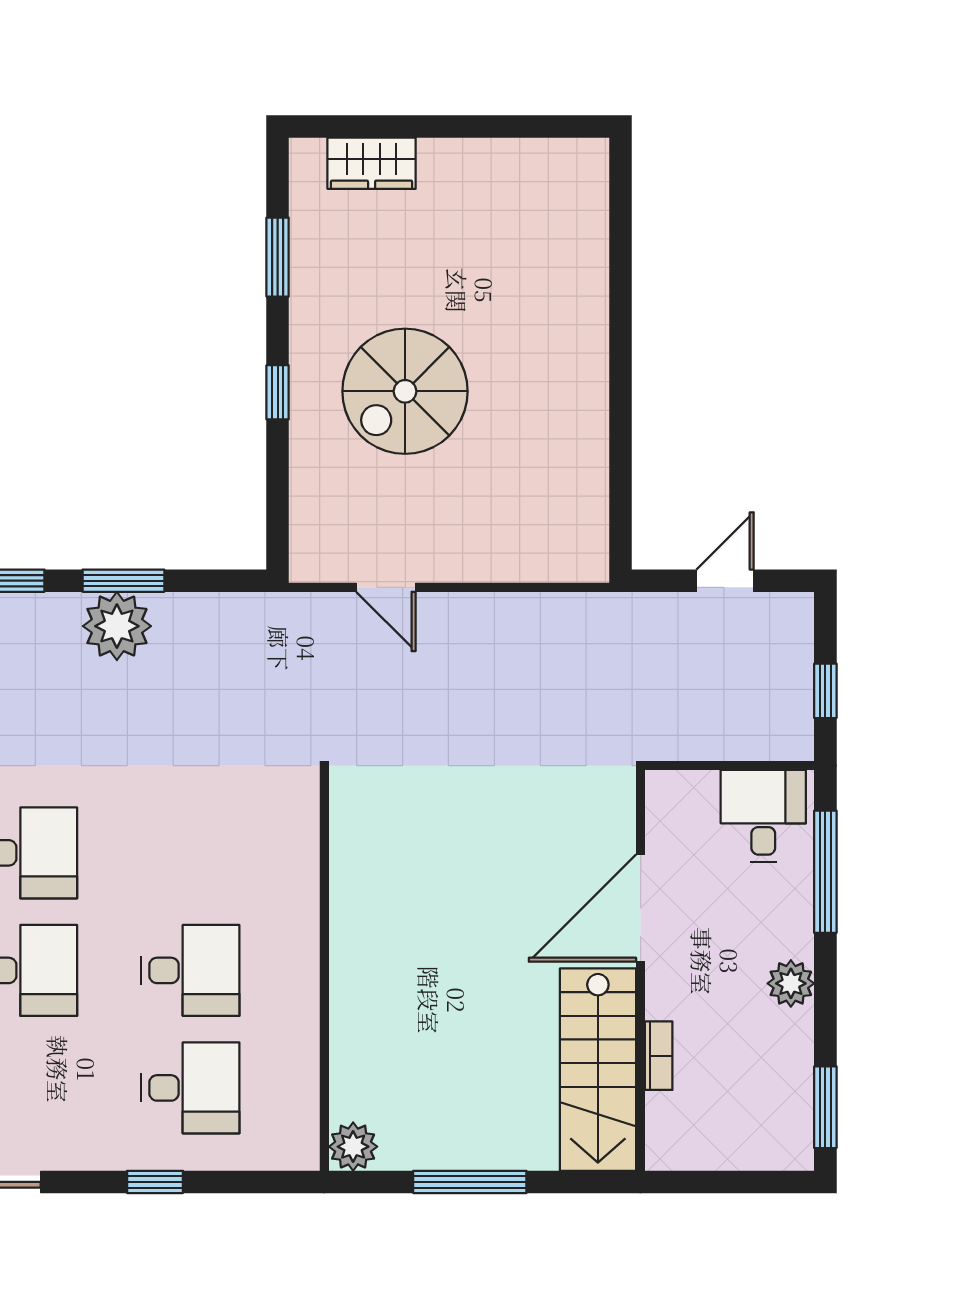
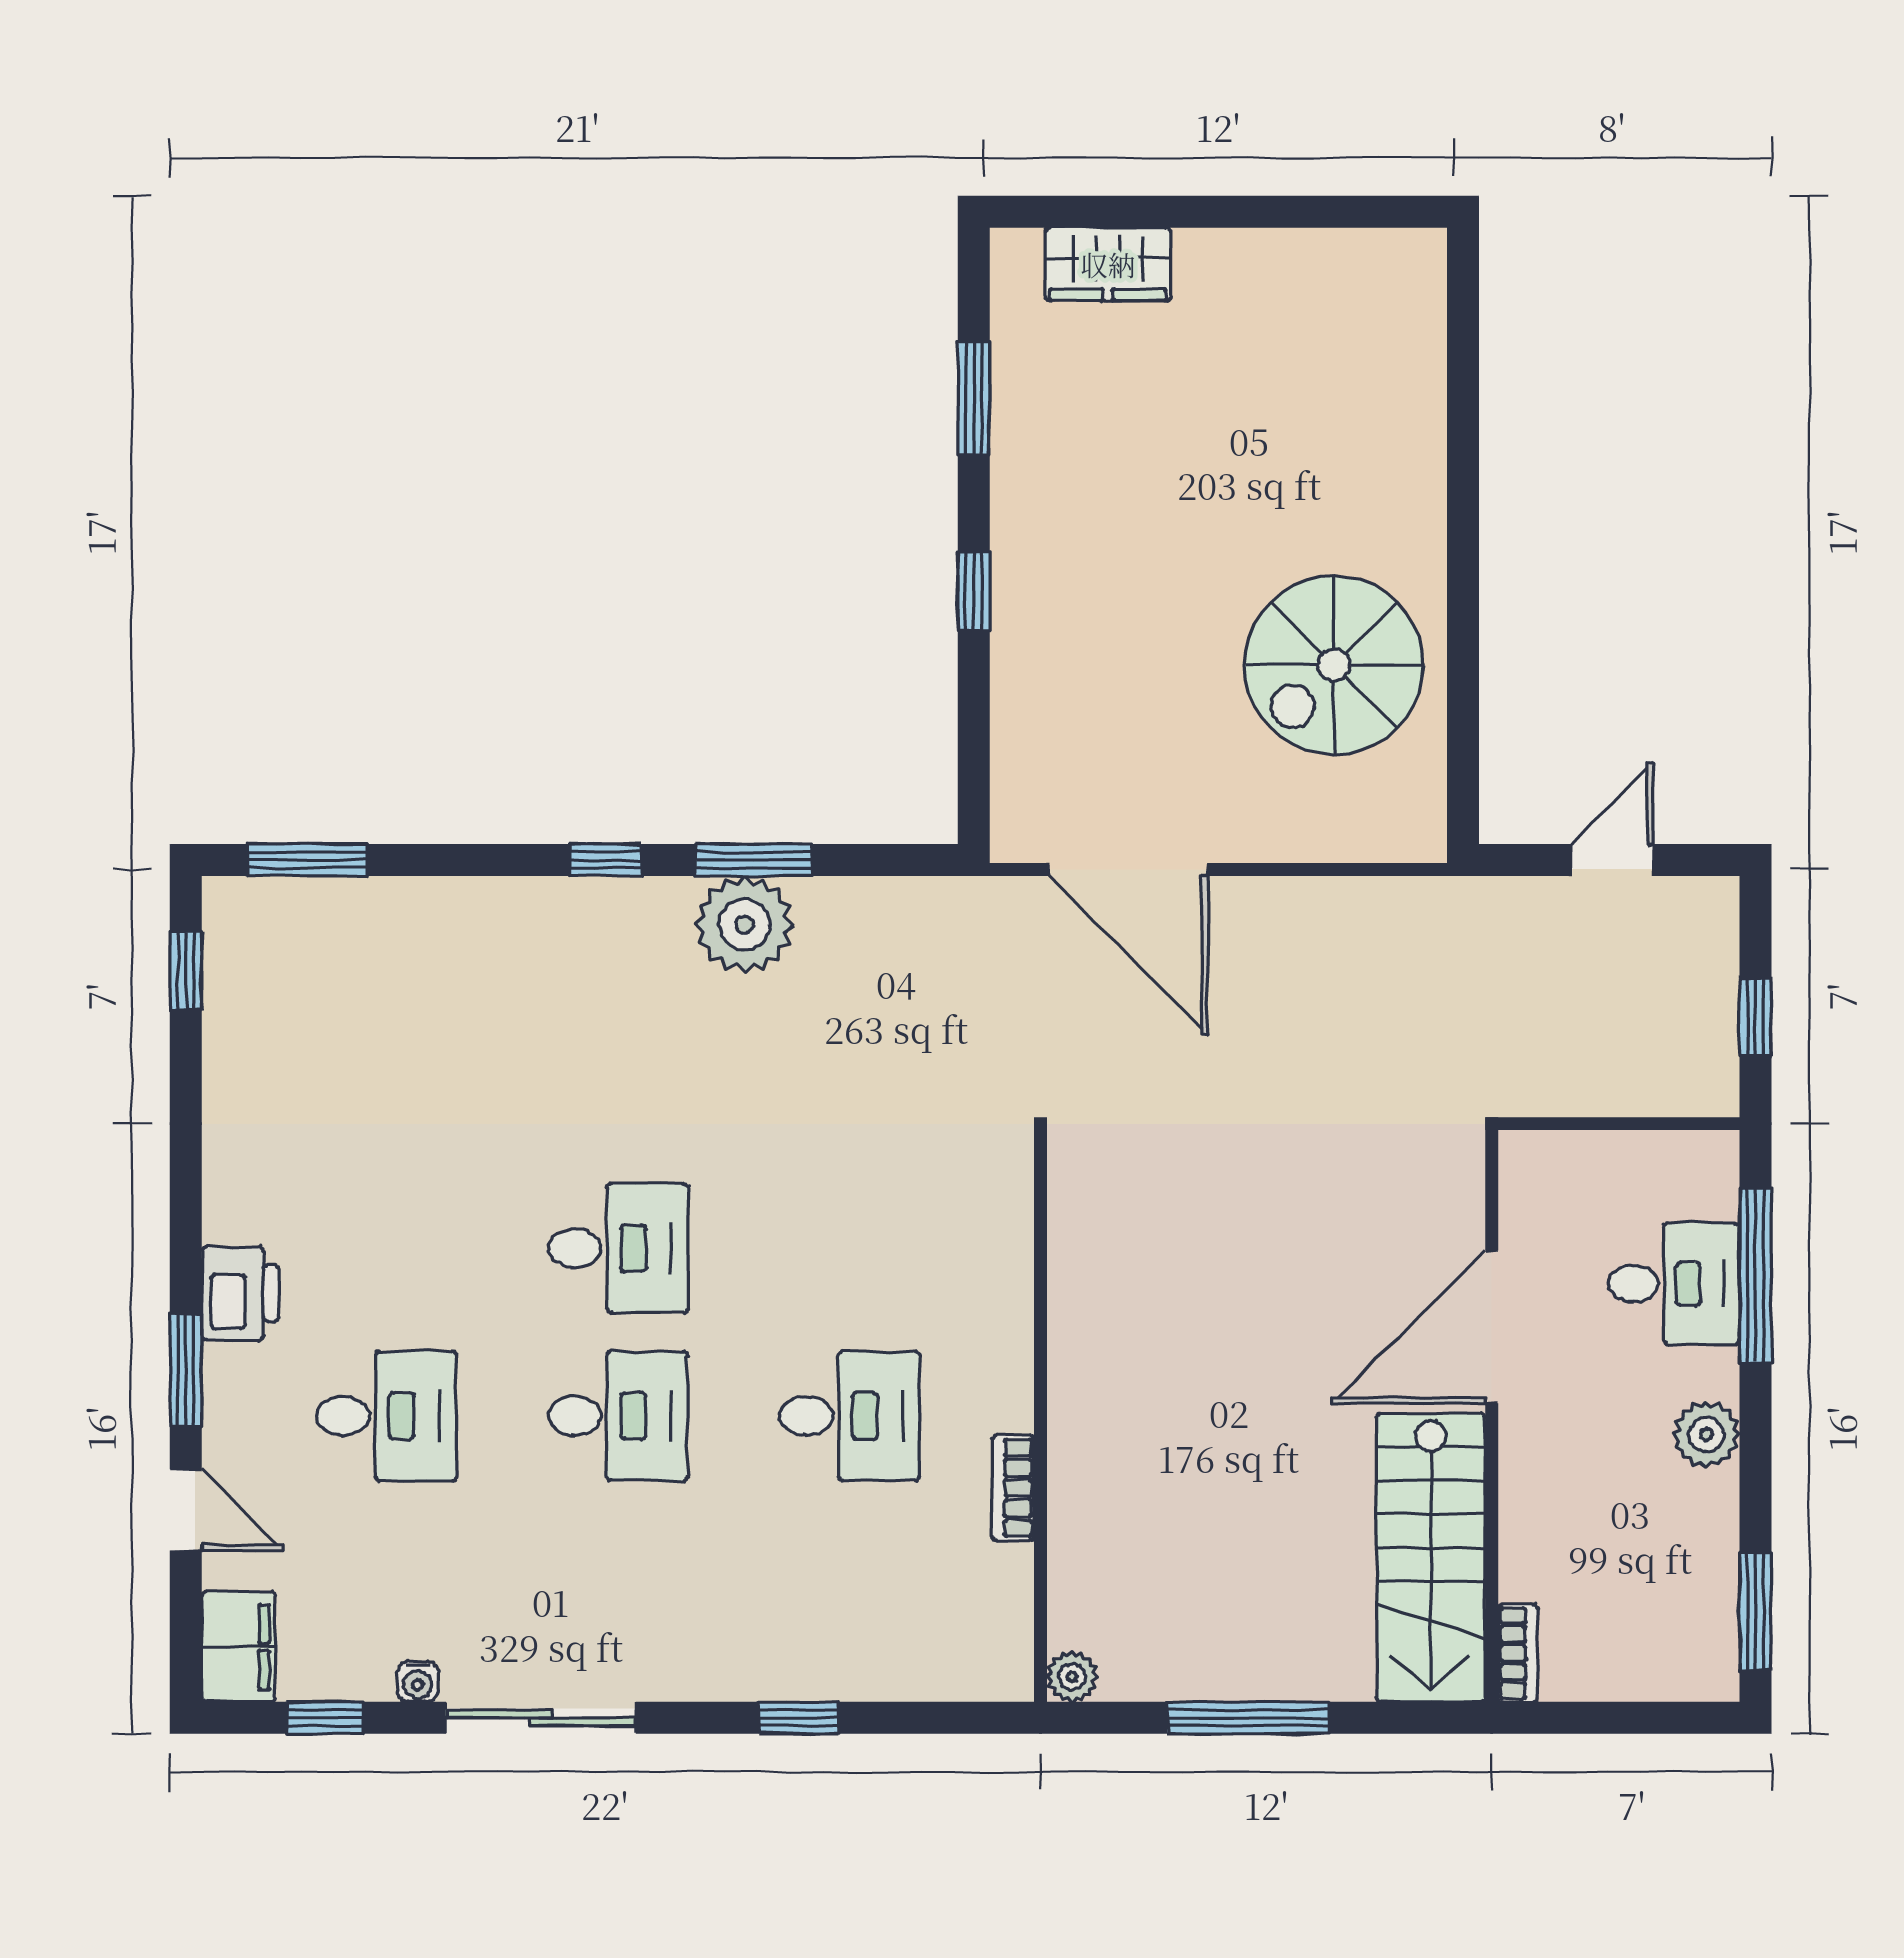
spiral stairs: (405, 391) -> (1334, 665), moved
door: (386, 587) -> (1128, 869), width x1.87
desk: (763, 816) -> (1674, 1284), moved, turned 90
bookcase: (305, 1021) -> (1013, 1488), added
bookcase: (659, 1056) -> (1518, 1653), moved
desk: (190, 1088) -> (850, 1584), removed
plant: (353, 1147) -> (1072, 1677), width x0.73, depth x0.73

